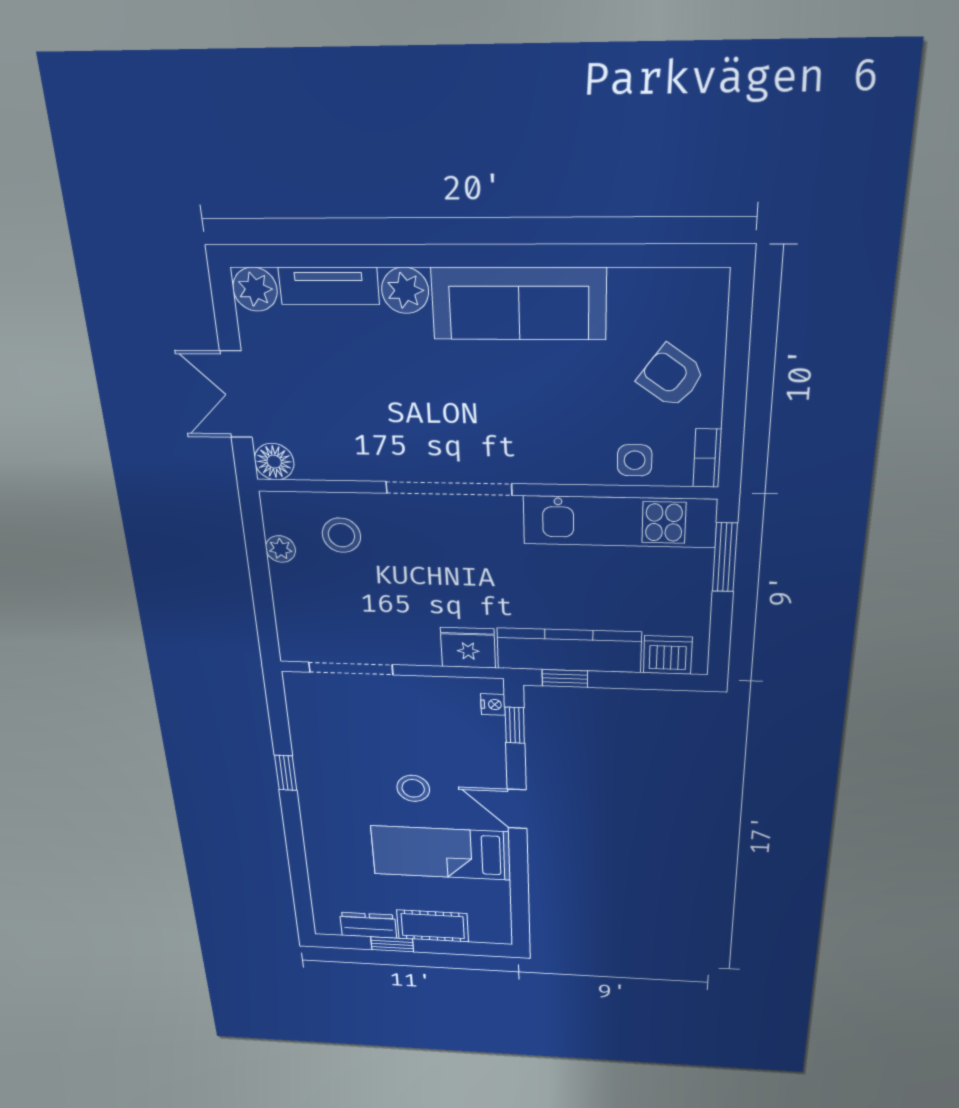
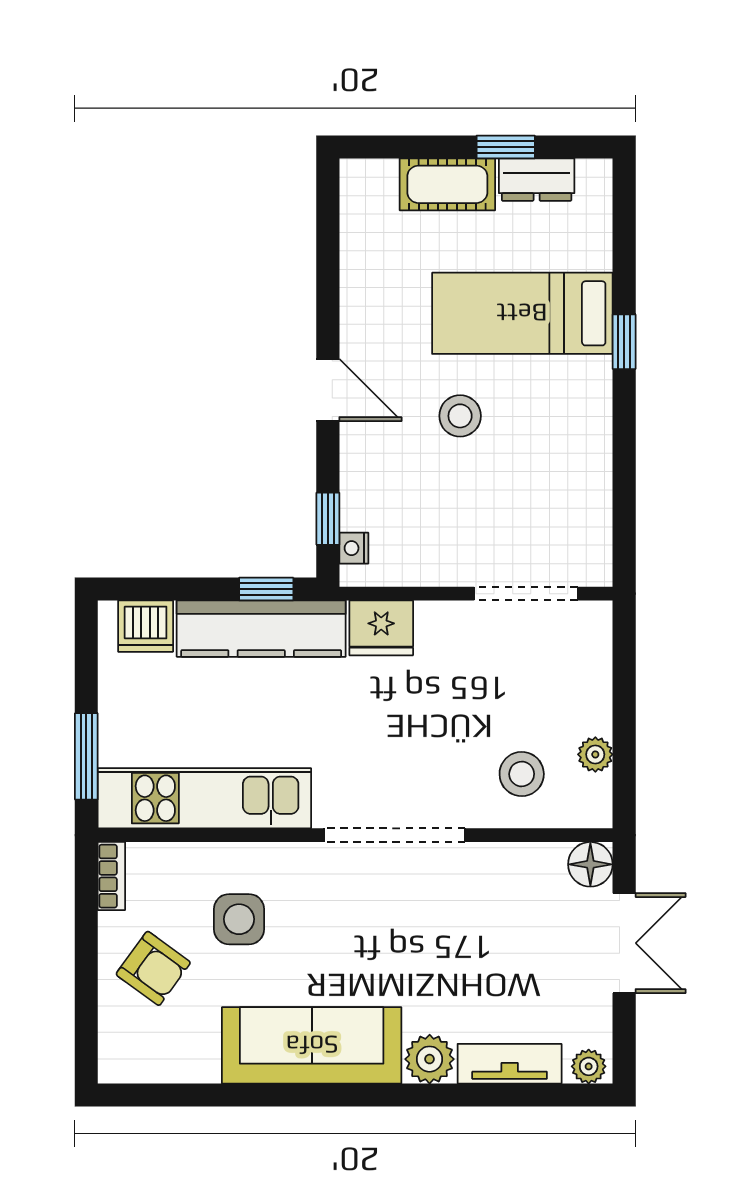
plant: (255, 289) -> (589, 1066), width x0.73, depth x0.73
side table: (635, 460) -> (239, 919), moved, width x1.37, depth x1.37
window: (286, 773) -> (624, 342), moved
bed: (441, 853) -> (522, 313), moved, turned 180

